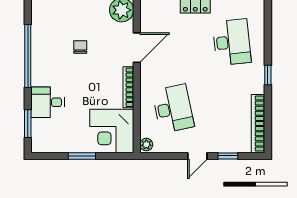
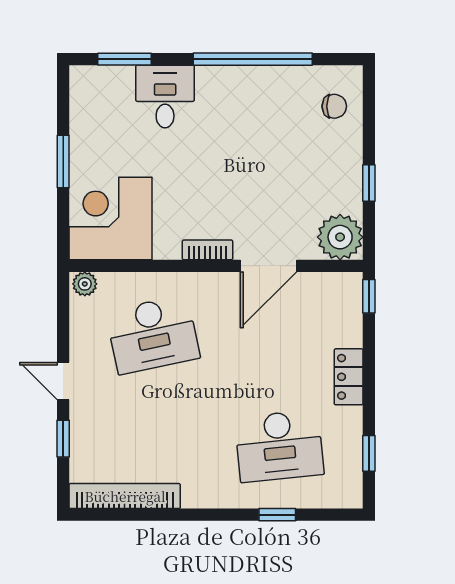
chair: (80, 47) -> (334, 106), moved
door: (137, 48) -> (268, 266), hinge flipped
window: (268, 75) -> (277, 515), moved
bookcase: (128, 87) -> (207, 250), width x0.64

